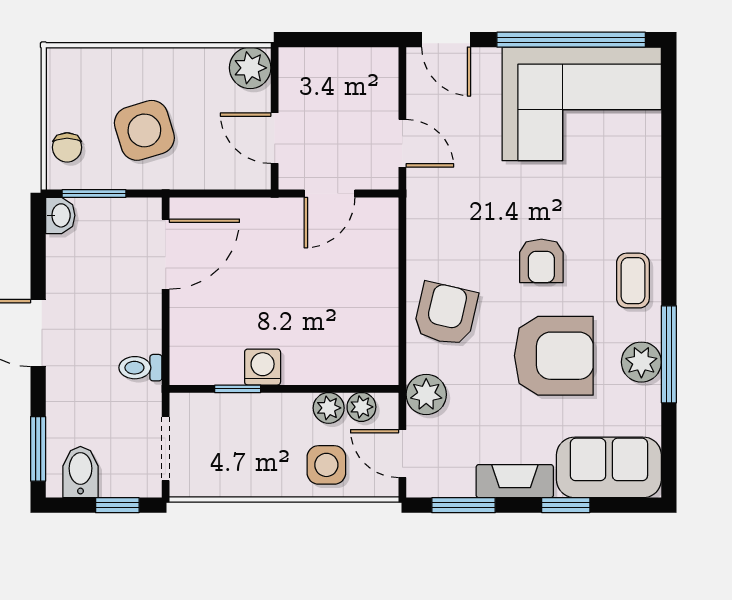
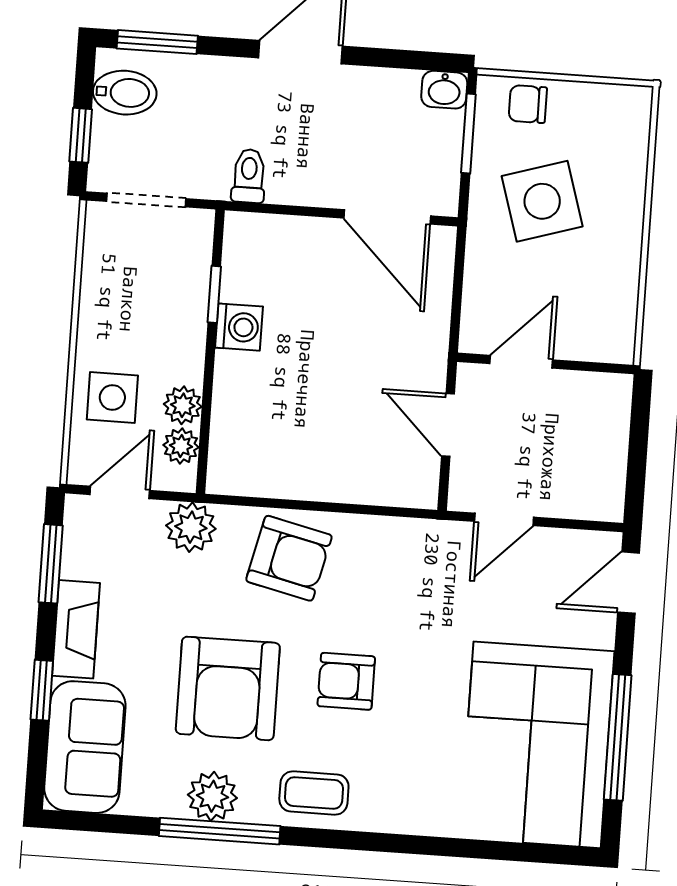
window: (571, 40) -> (618, 737), width x0.68
plant: (250, 68) -> (610, 338), removed

